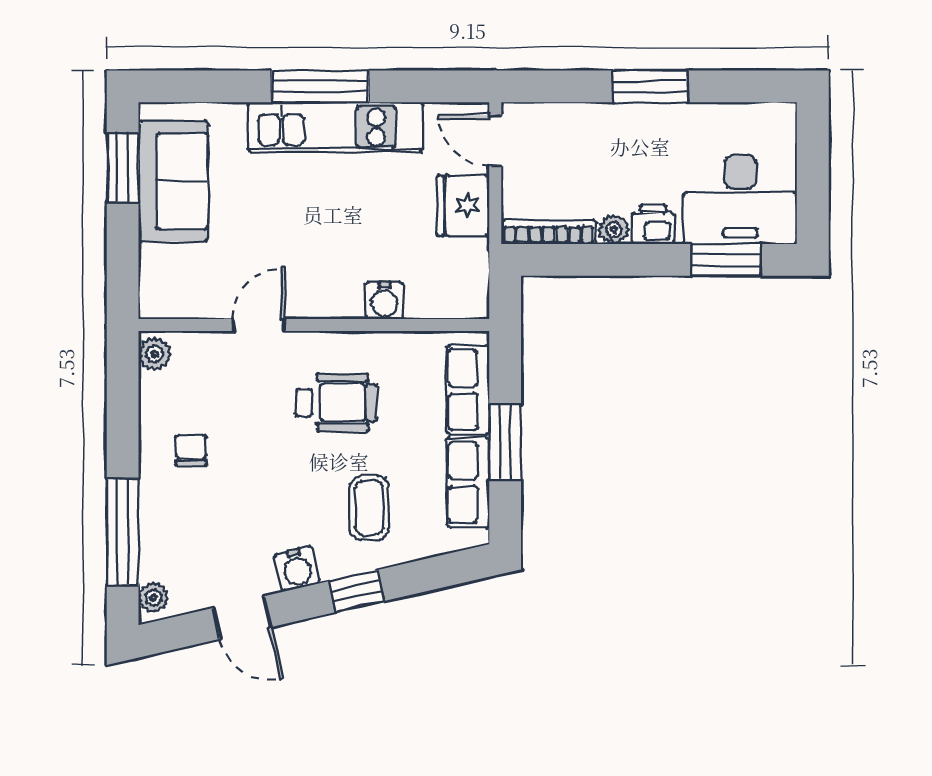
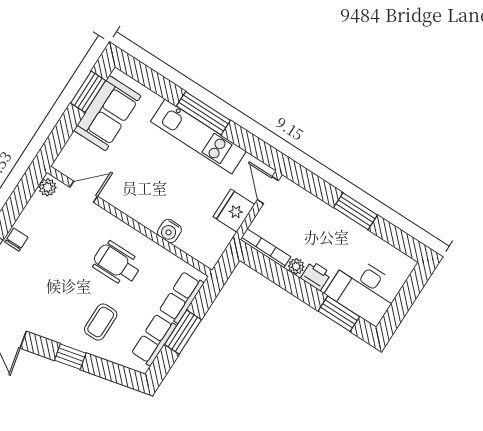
door: (258, 325) -> (84, 192), moved
wheelchair: (336, 402) -> (117, 264), turned 180
chair: (191, 450) -> (16, 240), moved
water cooler: (297, 569) -> (49, 329), removed

